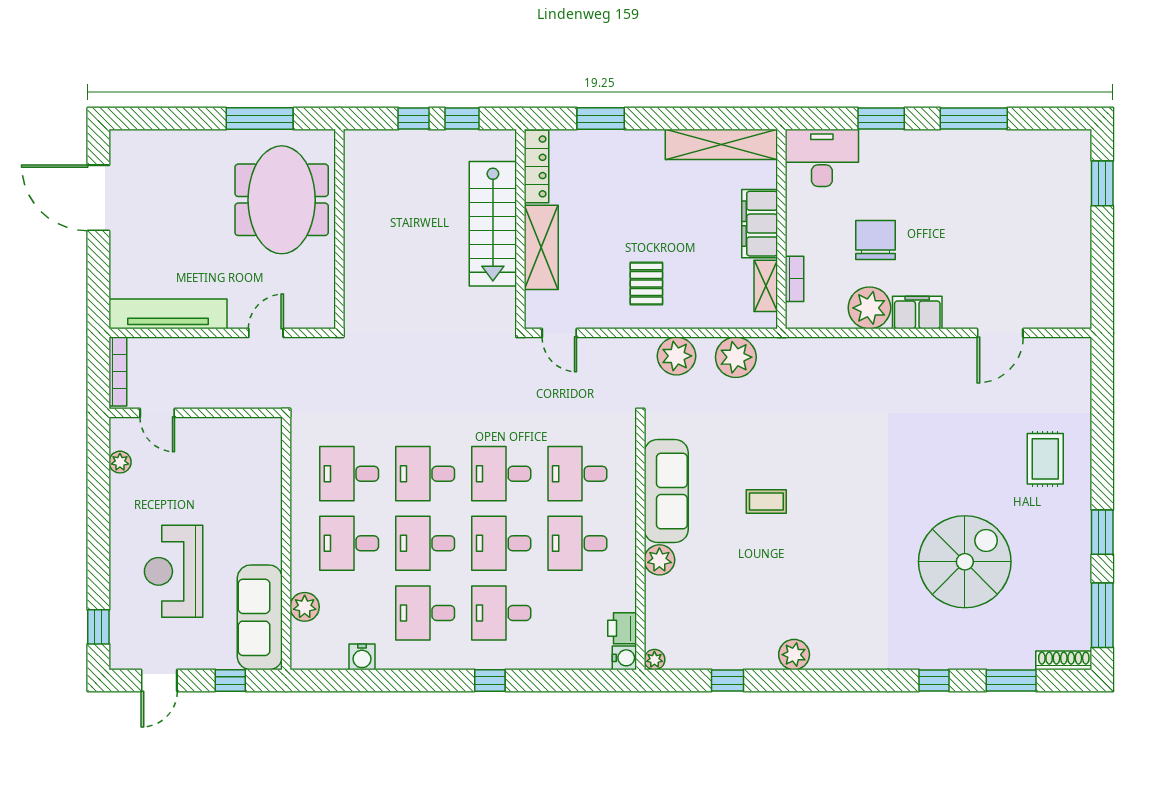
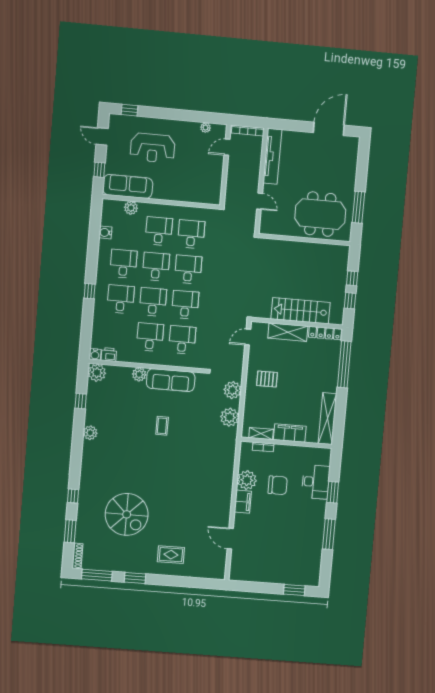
window: (601, 119) -> (344, 364), width x2.11
desk: (822, 158) -> (316, 482), moved
reception desk: (174, 571) -> (153, 148), turned 180
plant: (654, 660) -> (97, 373), width x1.87, depth x1.87

